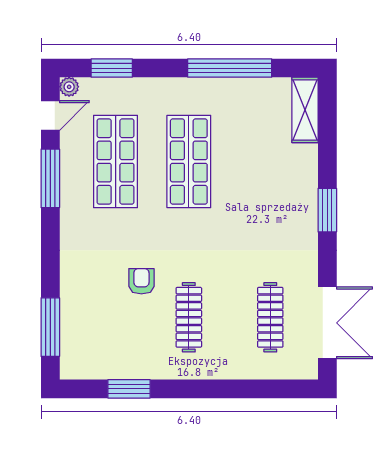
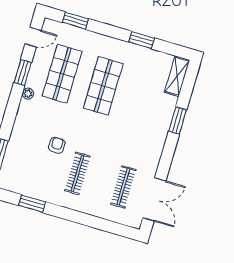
window: (230, 68) -> (142, 40), width x0.47
plant: (69, 87) -> (28, 94), moved
window: (50, 178) -> (23, 72), width x0.69
window: (327, 210) -> (178, 120), moved

